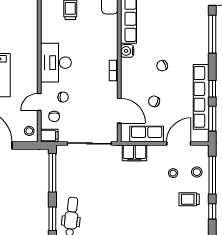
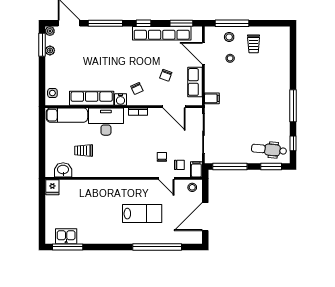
desk: (56, 63) -> (106, 122), moved, turned 180
chair: (162, 66) -> (137, 89), moved
window: (212, 89) -> (143, 23), moved
door: (119, 111) -> (174, 107), swing flipped
filing cabinet: (134, 153) -> (212, 98), width x0.50
window: (212, 211) -> (264, 23), removed

